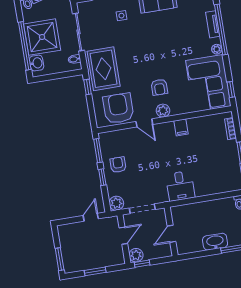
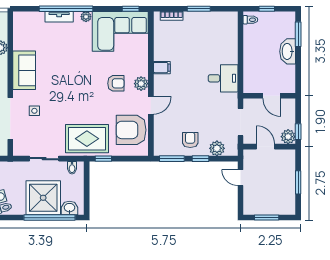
sliding door: (79, 32) -> (44, 159), width x0.73
armchair: (118, 165) -> (190, 140), turned 90
plant: (116, 203) -> (217, 148), moved
window: (60, 259) -> (267, 218), moved

